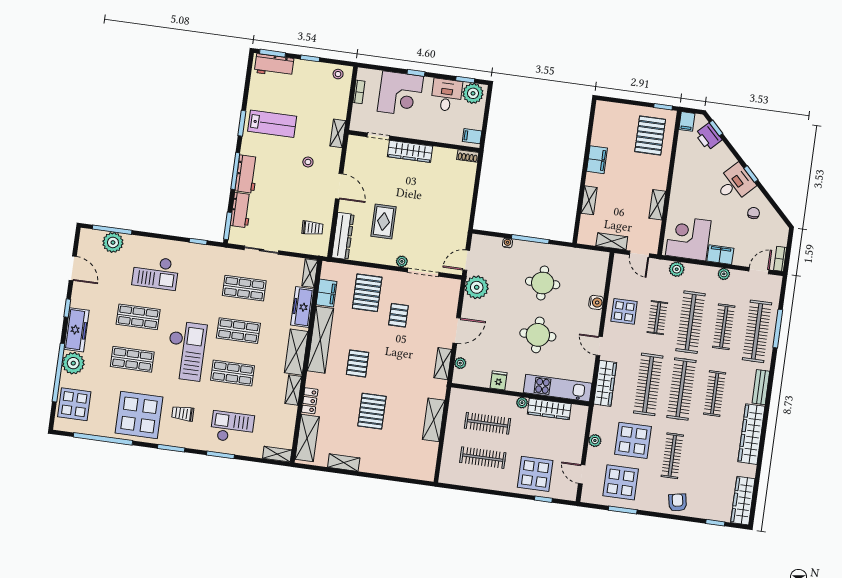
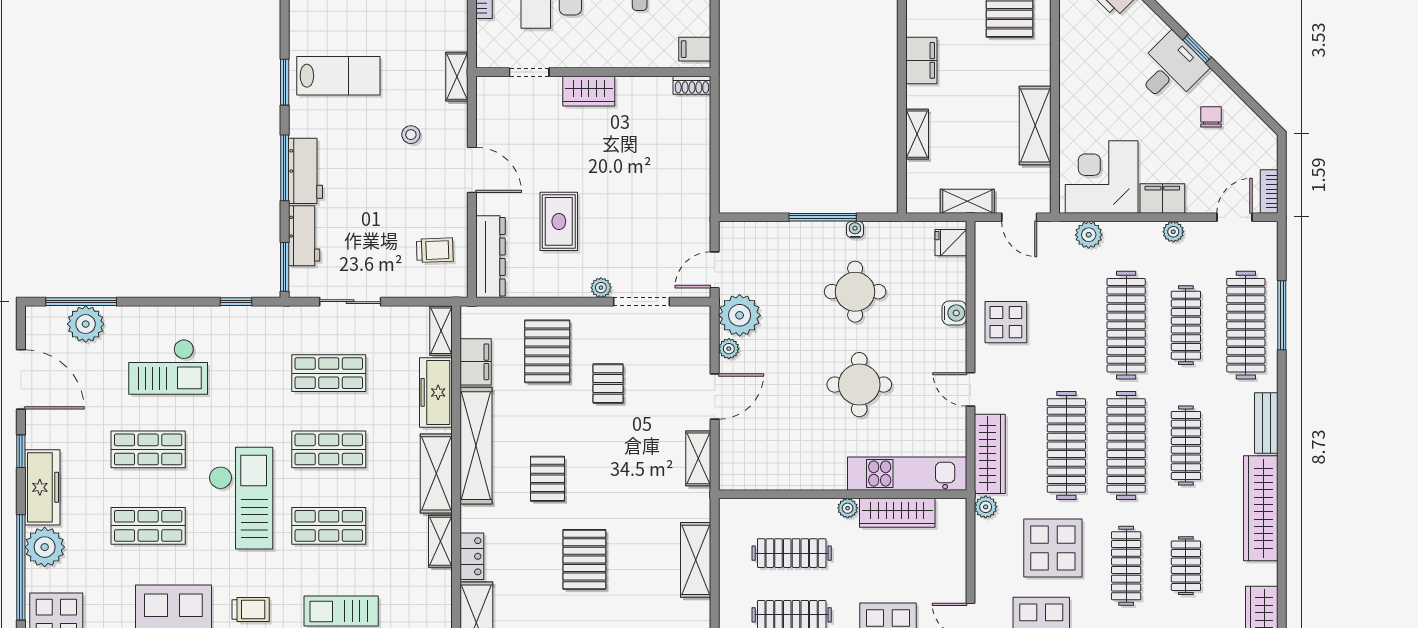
wardrobe: (410, 151) -> (589, 91), width x0.67
shelving: (657, 205) -> (1035, 125), width x1.50, depth x1.33
water cooler: (507, 243) -> (855, 230), moved
door: (73, 268) -> (21, 379), width x1.36
clothes rail: (657, 318) -> (1186, 566), moved
plant: (460, 363) -> (729, 349), moved
fridge: (499, 380) -> (951, 243), moved, turned -90
trolley: (183, 413) -> (251, 609), turned 180
plant: (595, 441) -> (986, 507), moved

